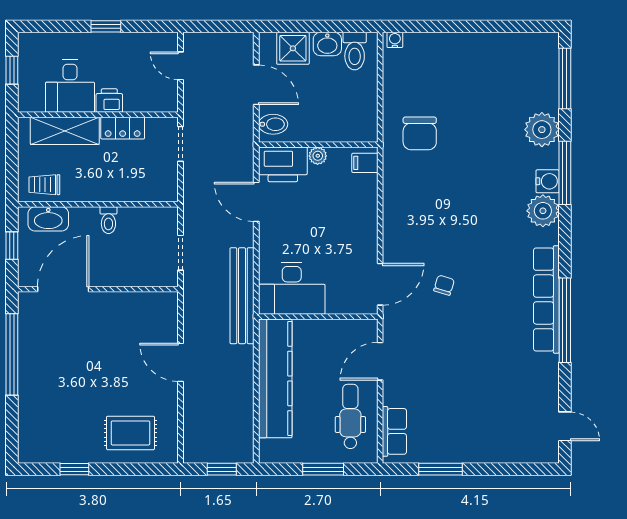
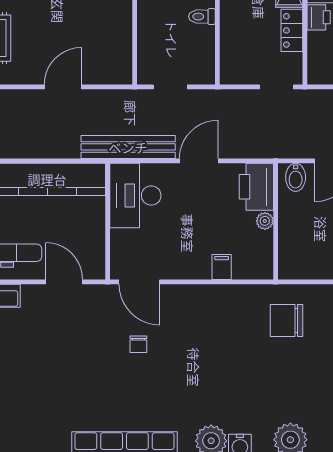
filing cabinet: (365, 163) -> (222, 267), moved
door: (256, 202) -> (199, 161), moved
chair: (444, 285) -> (138, 344), turned 73

